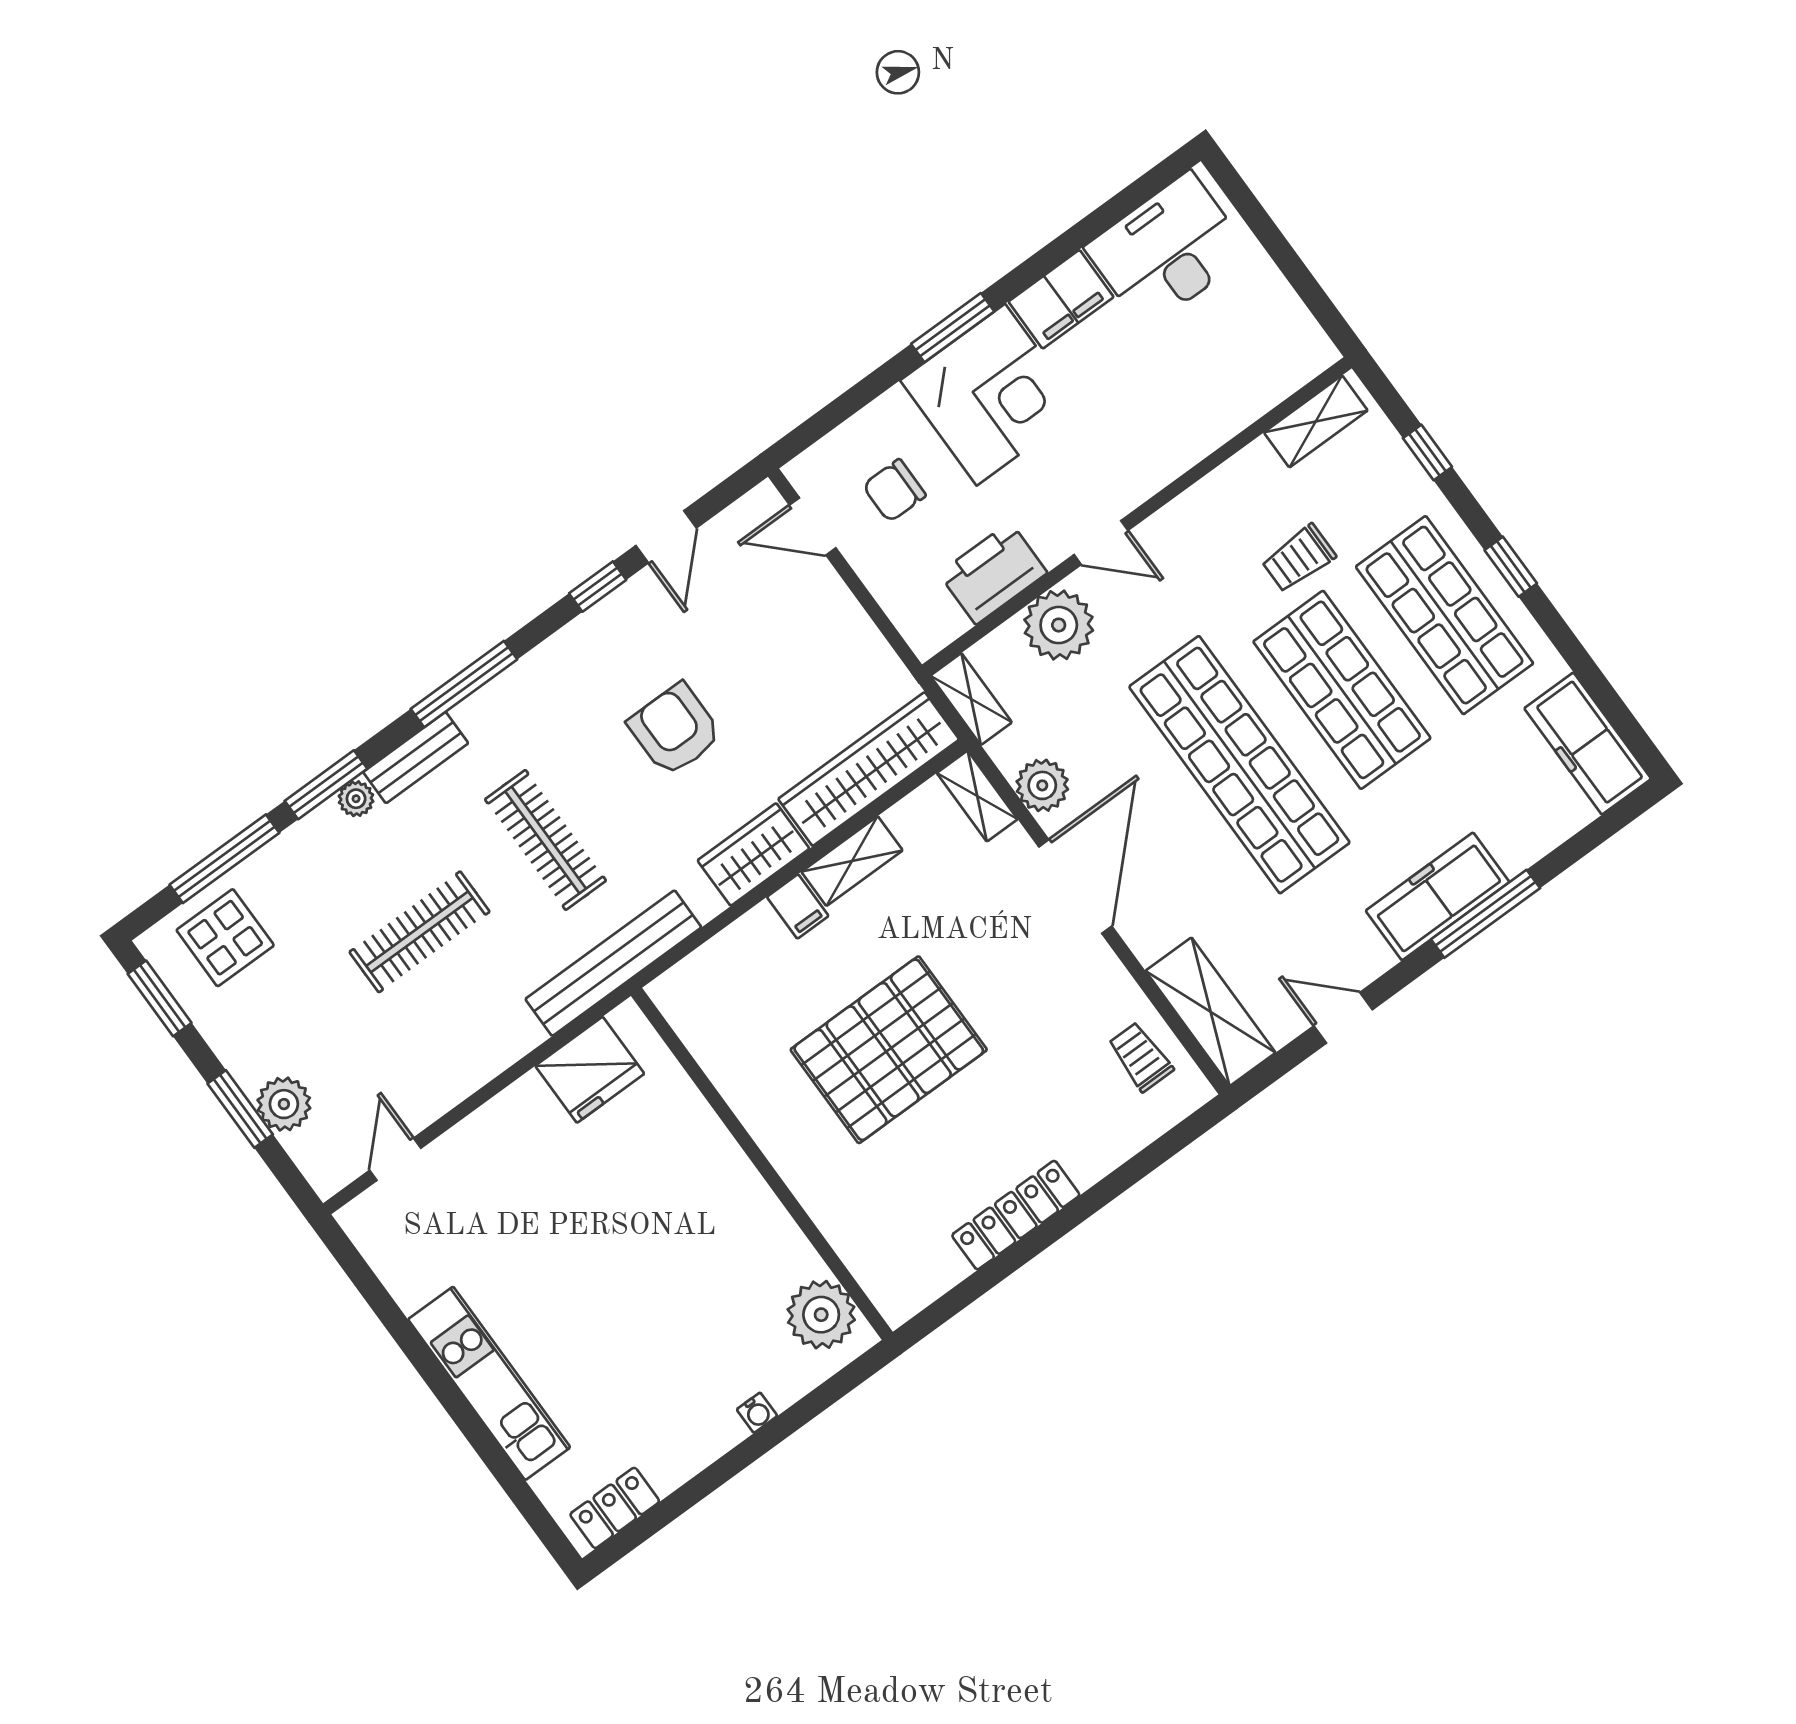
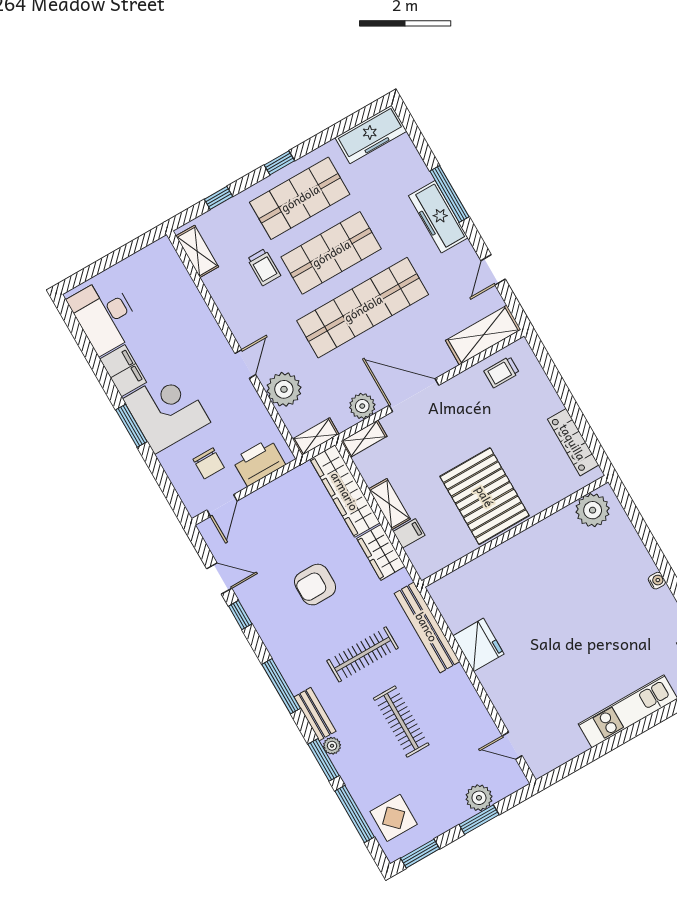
printer: (993, 573) -> (259, 462), moved, turned 90
wall: (762, 1164) -> (515, 531), moved
plant: (821, 1315) -> (593, 510), moved

